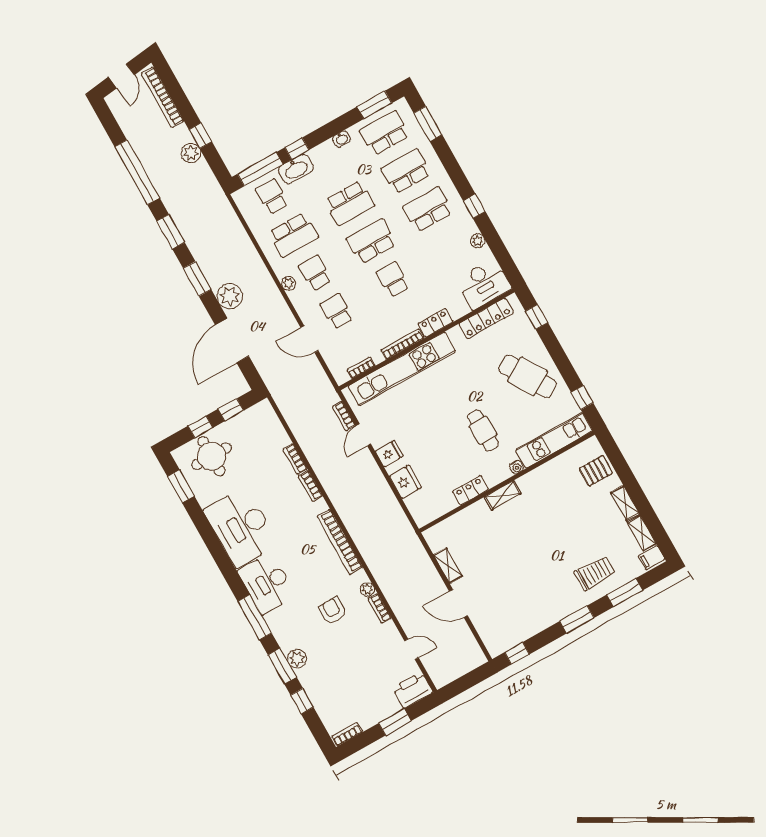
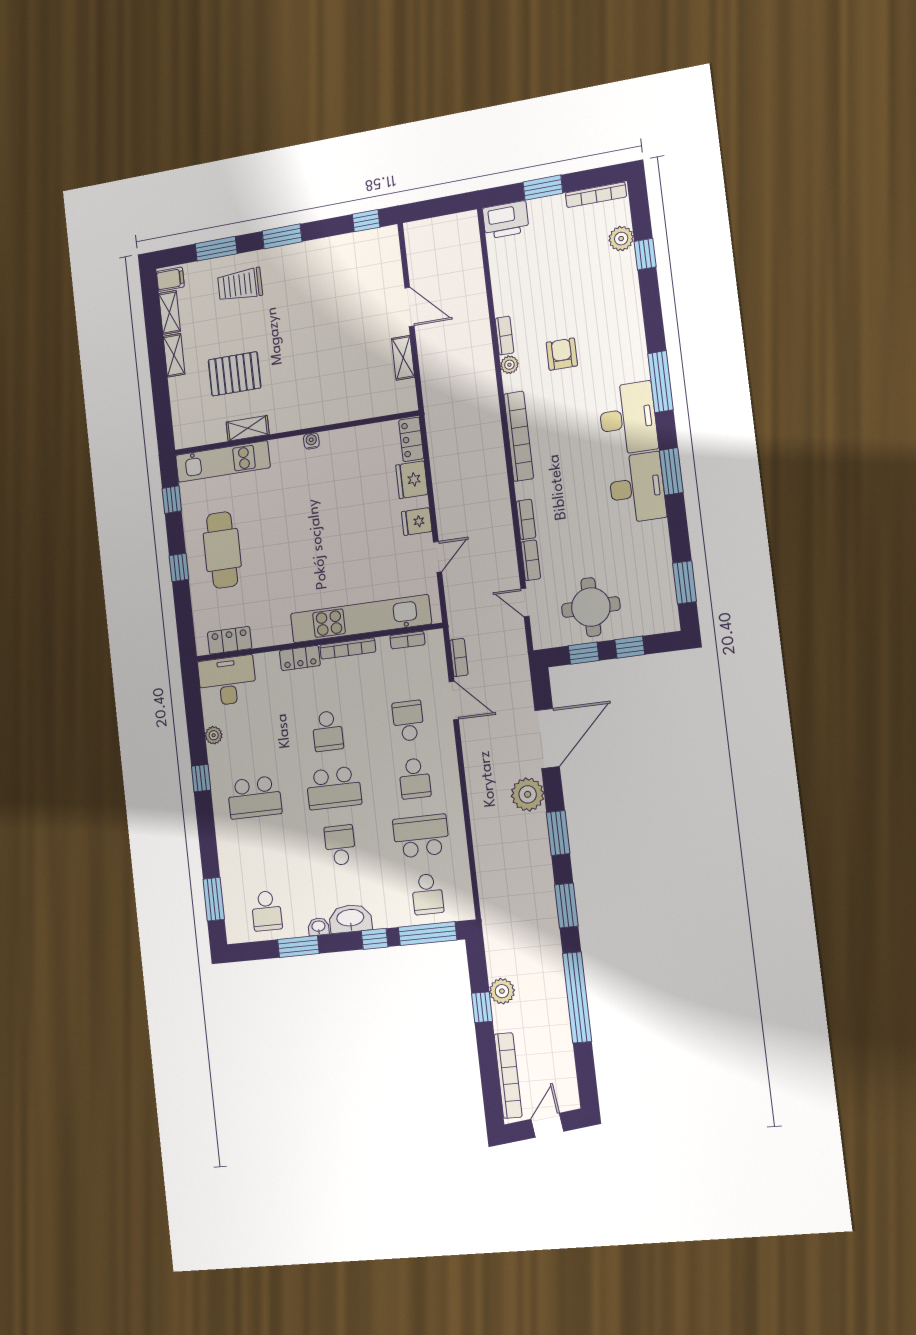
window: (374, 105) -> (298, 946), moved
school desk: (385, 133) -> (267, 911), width x0.54
washbasin: (296, 169) -> (350, 919), moved
school desk: (406, 171) -> (261, 854), removed
school desk: (350, 203) -> (340, 845), width x0.54
plant: (288, 283) -> (451, 779), removed
school desk: (337, 311) -> (408, 721), turned 180
window: (537, 317) -> (179, 568), moved
locker: (486, 318) -> (230, 640), width x0.66
cafe table: (527, 376) -> (222, 550), turned 31
bookcase: (344, 416) -> (459, 657), moved
cafe table: (483, 430) -> (298, 506), removed
round table: (212, 456) -> (591, 607), moved
water cooler: (517, 467) -> (311, 441), moved
pallet: (596, 471) -> (235, 374), moved, width x1.50, depth x1.42
locker: (471, 490) -> (411, 439), moved, turned 90
shelving: (503, 495) -> (248, 428), moved
desk: (241, 527) -> (637, 488), width x0.73, depth x0.77
armchair: (333, 611) -> (562, 354), turned 180
door: (412, 649) -> (525, 602), moved
plant: (297, 659) -> (621, 239), moved
window: (282, 666) -> (671, 471), moved
bookcase: (347, 734) -> (596, 195), width x1.56

